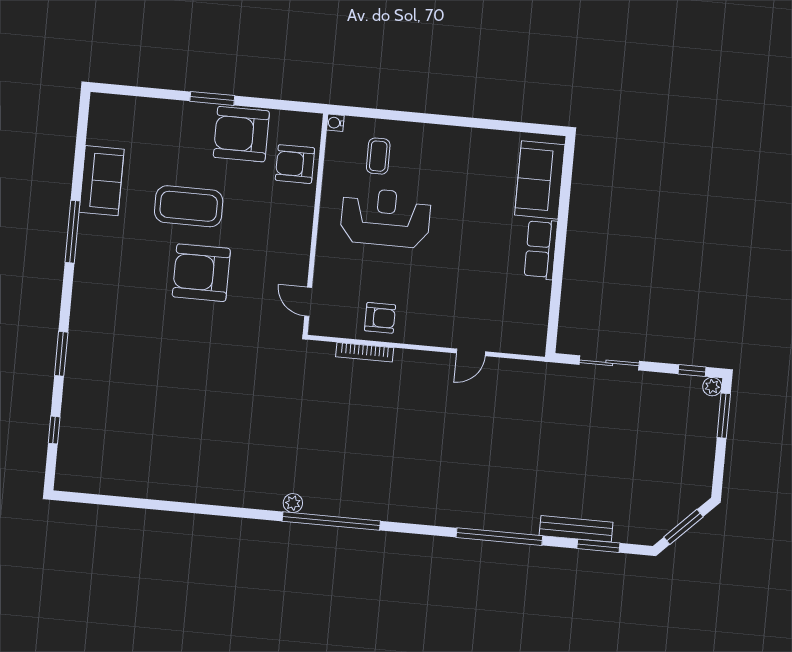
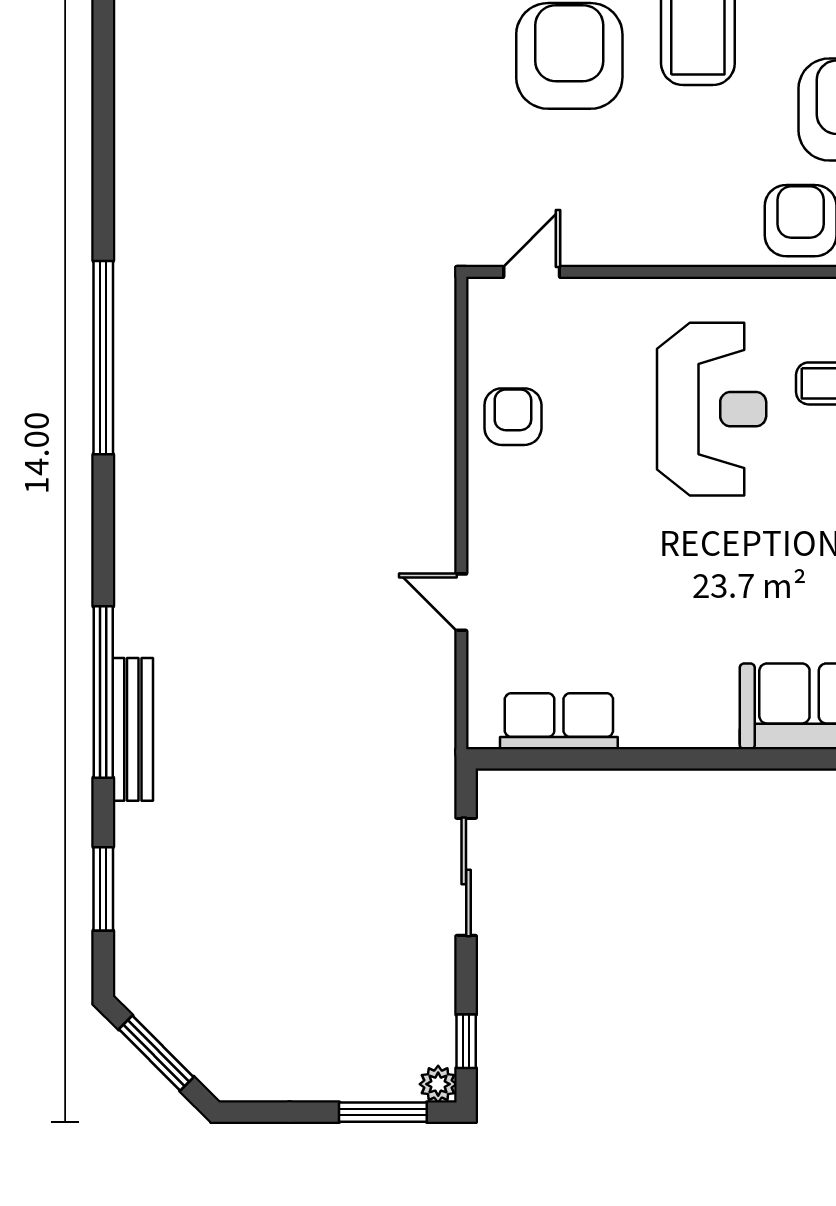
row of seats: (541, 249) -> (559, 721), moved
armchair: (380, 318) -> (513, 417), turned 180
bookcase: (365, 352) -> (442, 392), removed
plant: (293, 503) -> (132, 279), removed
bench: (576, 529) -> (133, 729), moved

